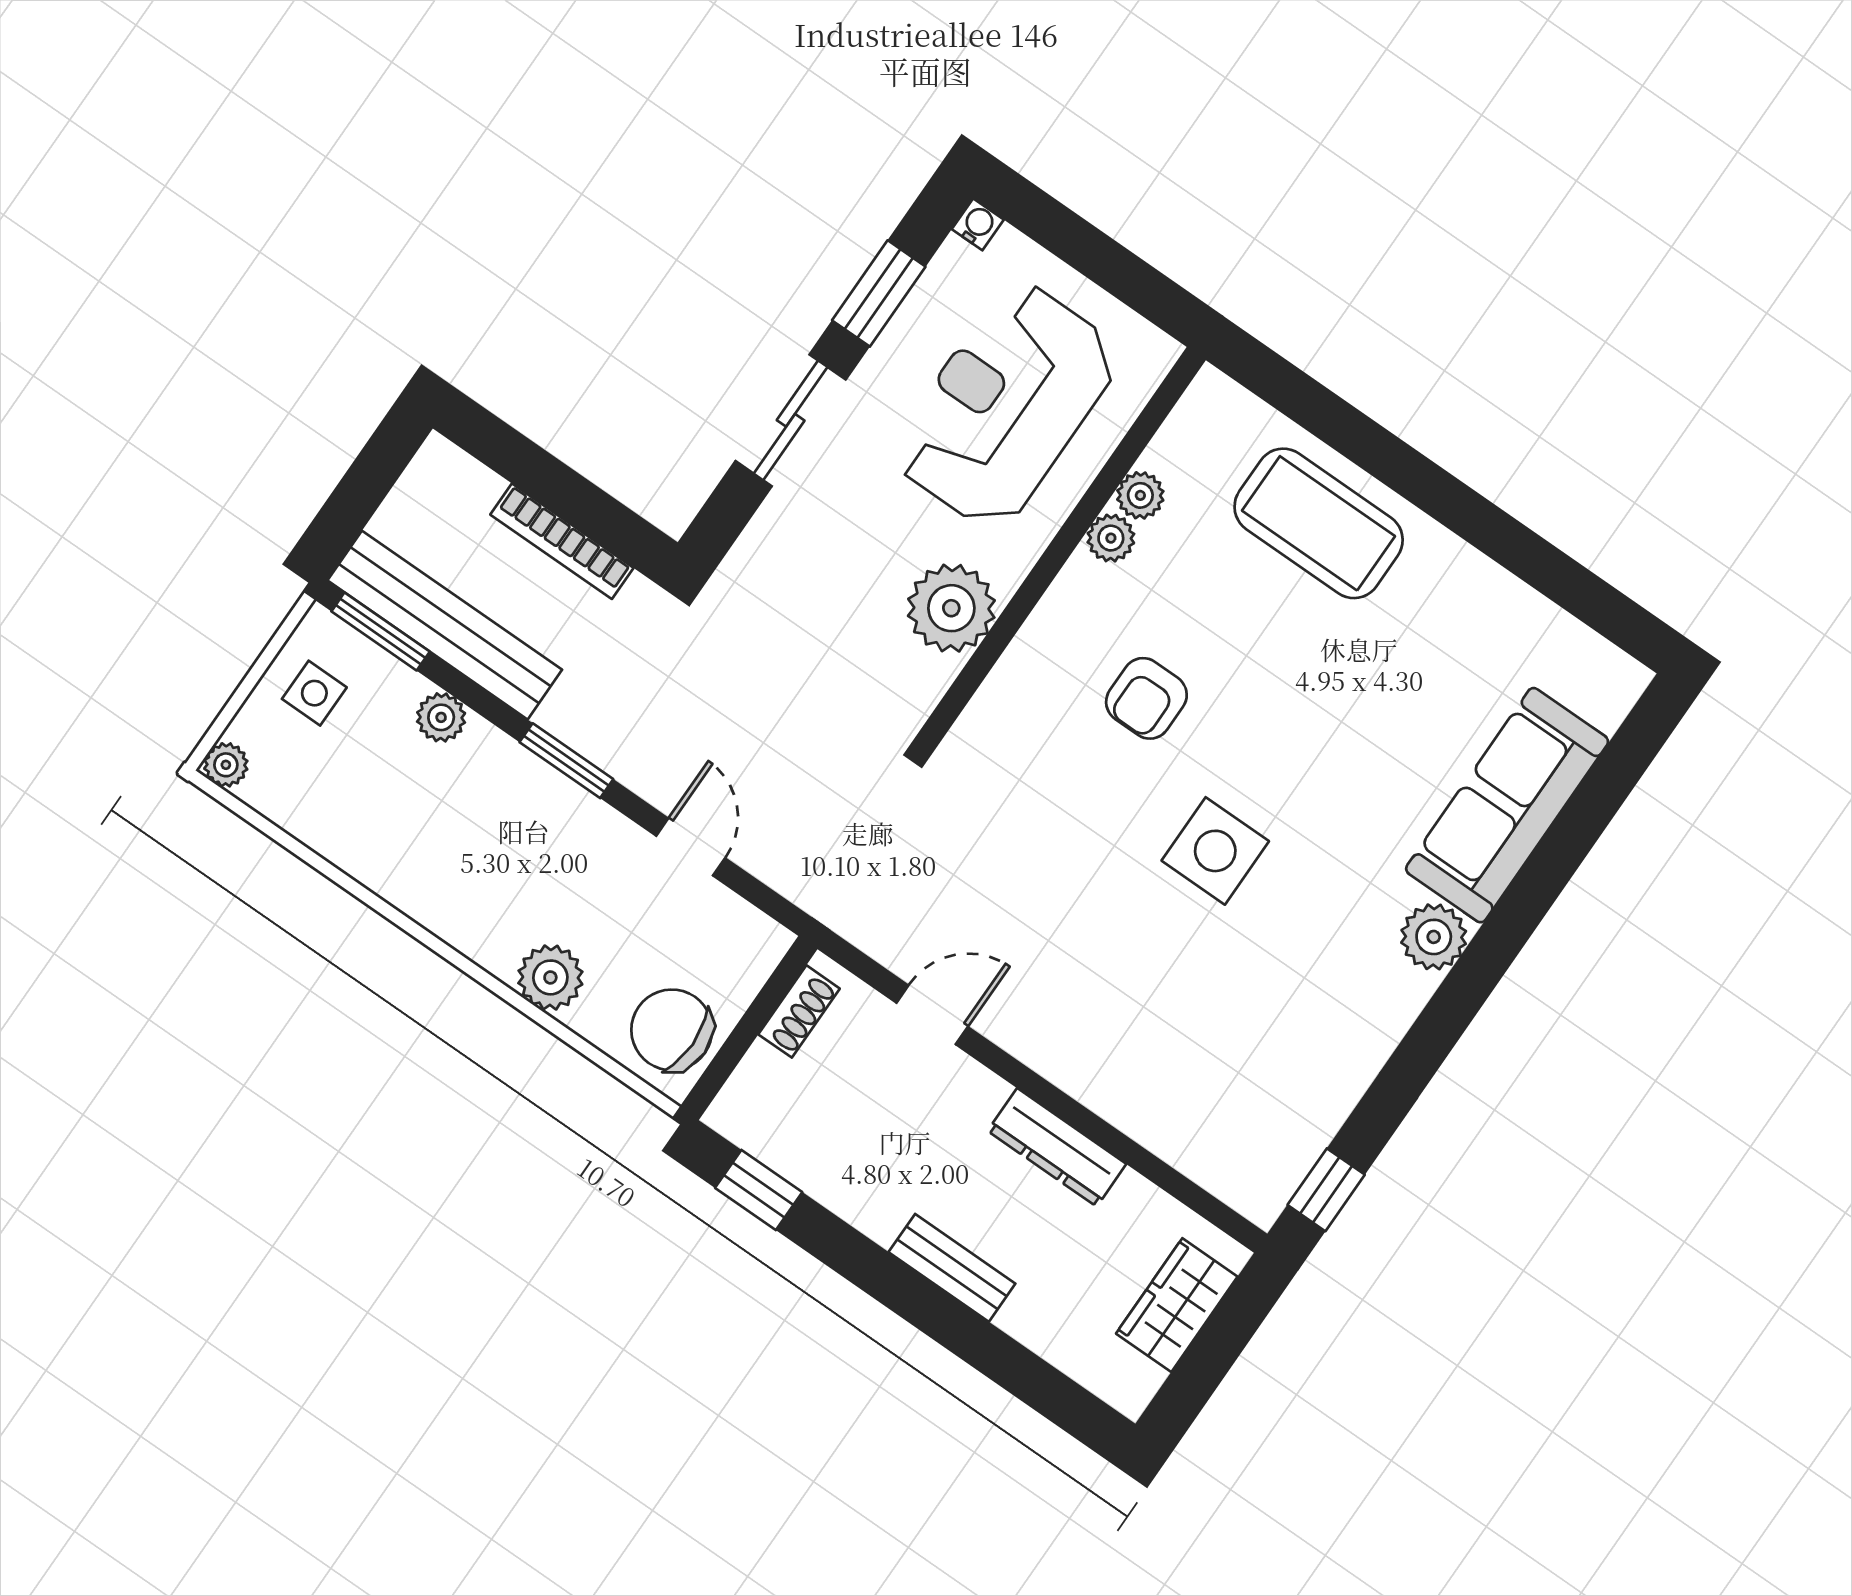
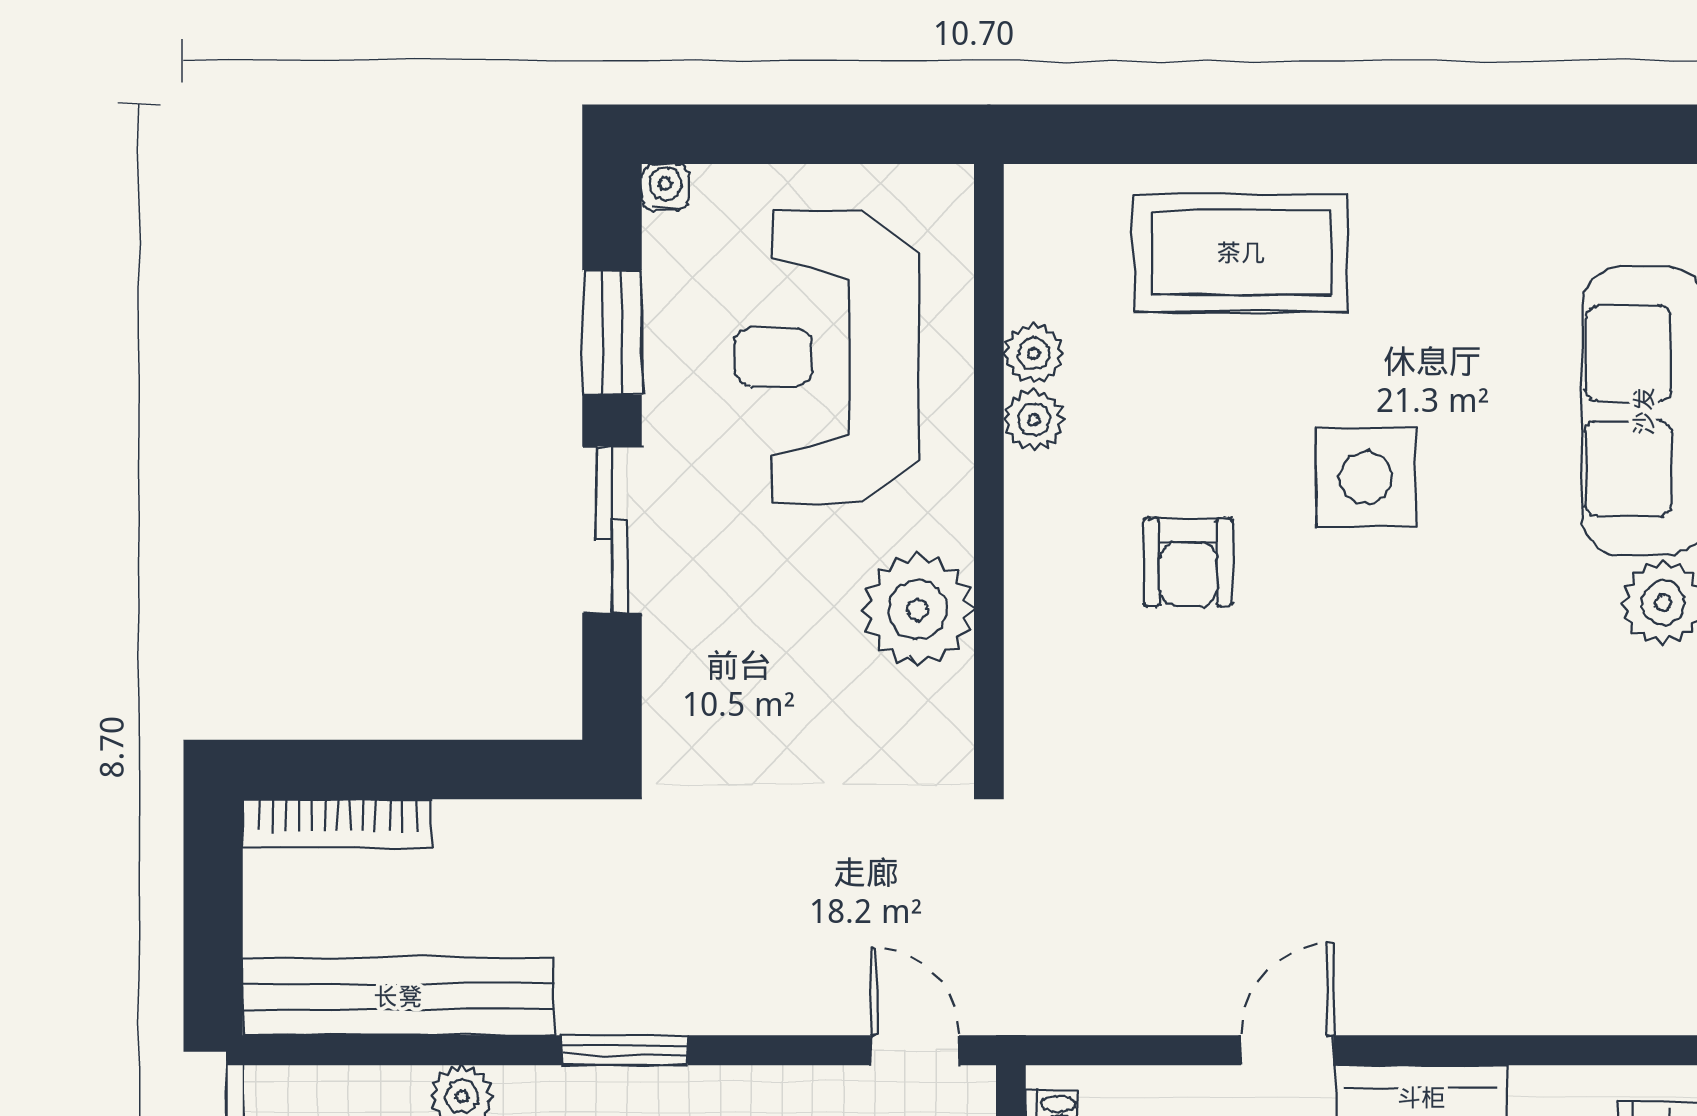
bookcase: (562, 541) -> (337, 823), moved
window: (381, 631) -> (336, 1050), removed
door: (691, 847) -> (915, 1050), moved
side table: (1215, 851) -> (1366, 478), moved
door: (932, 1015) -> (1287, 1050), moved

